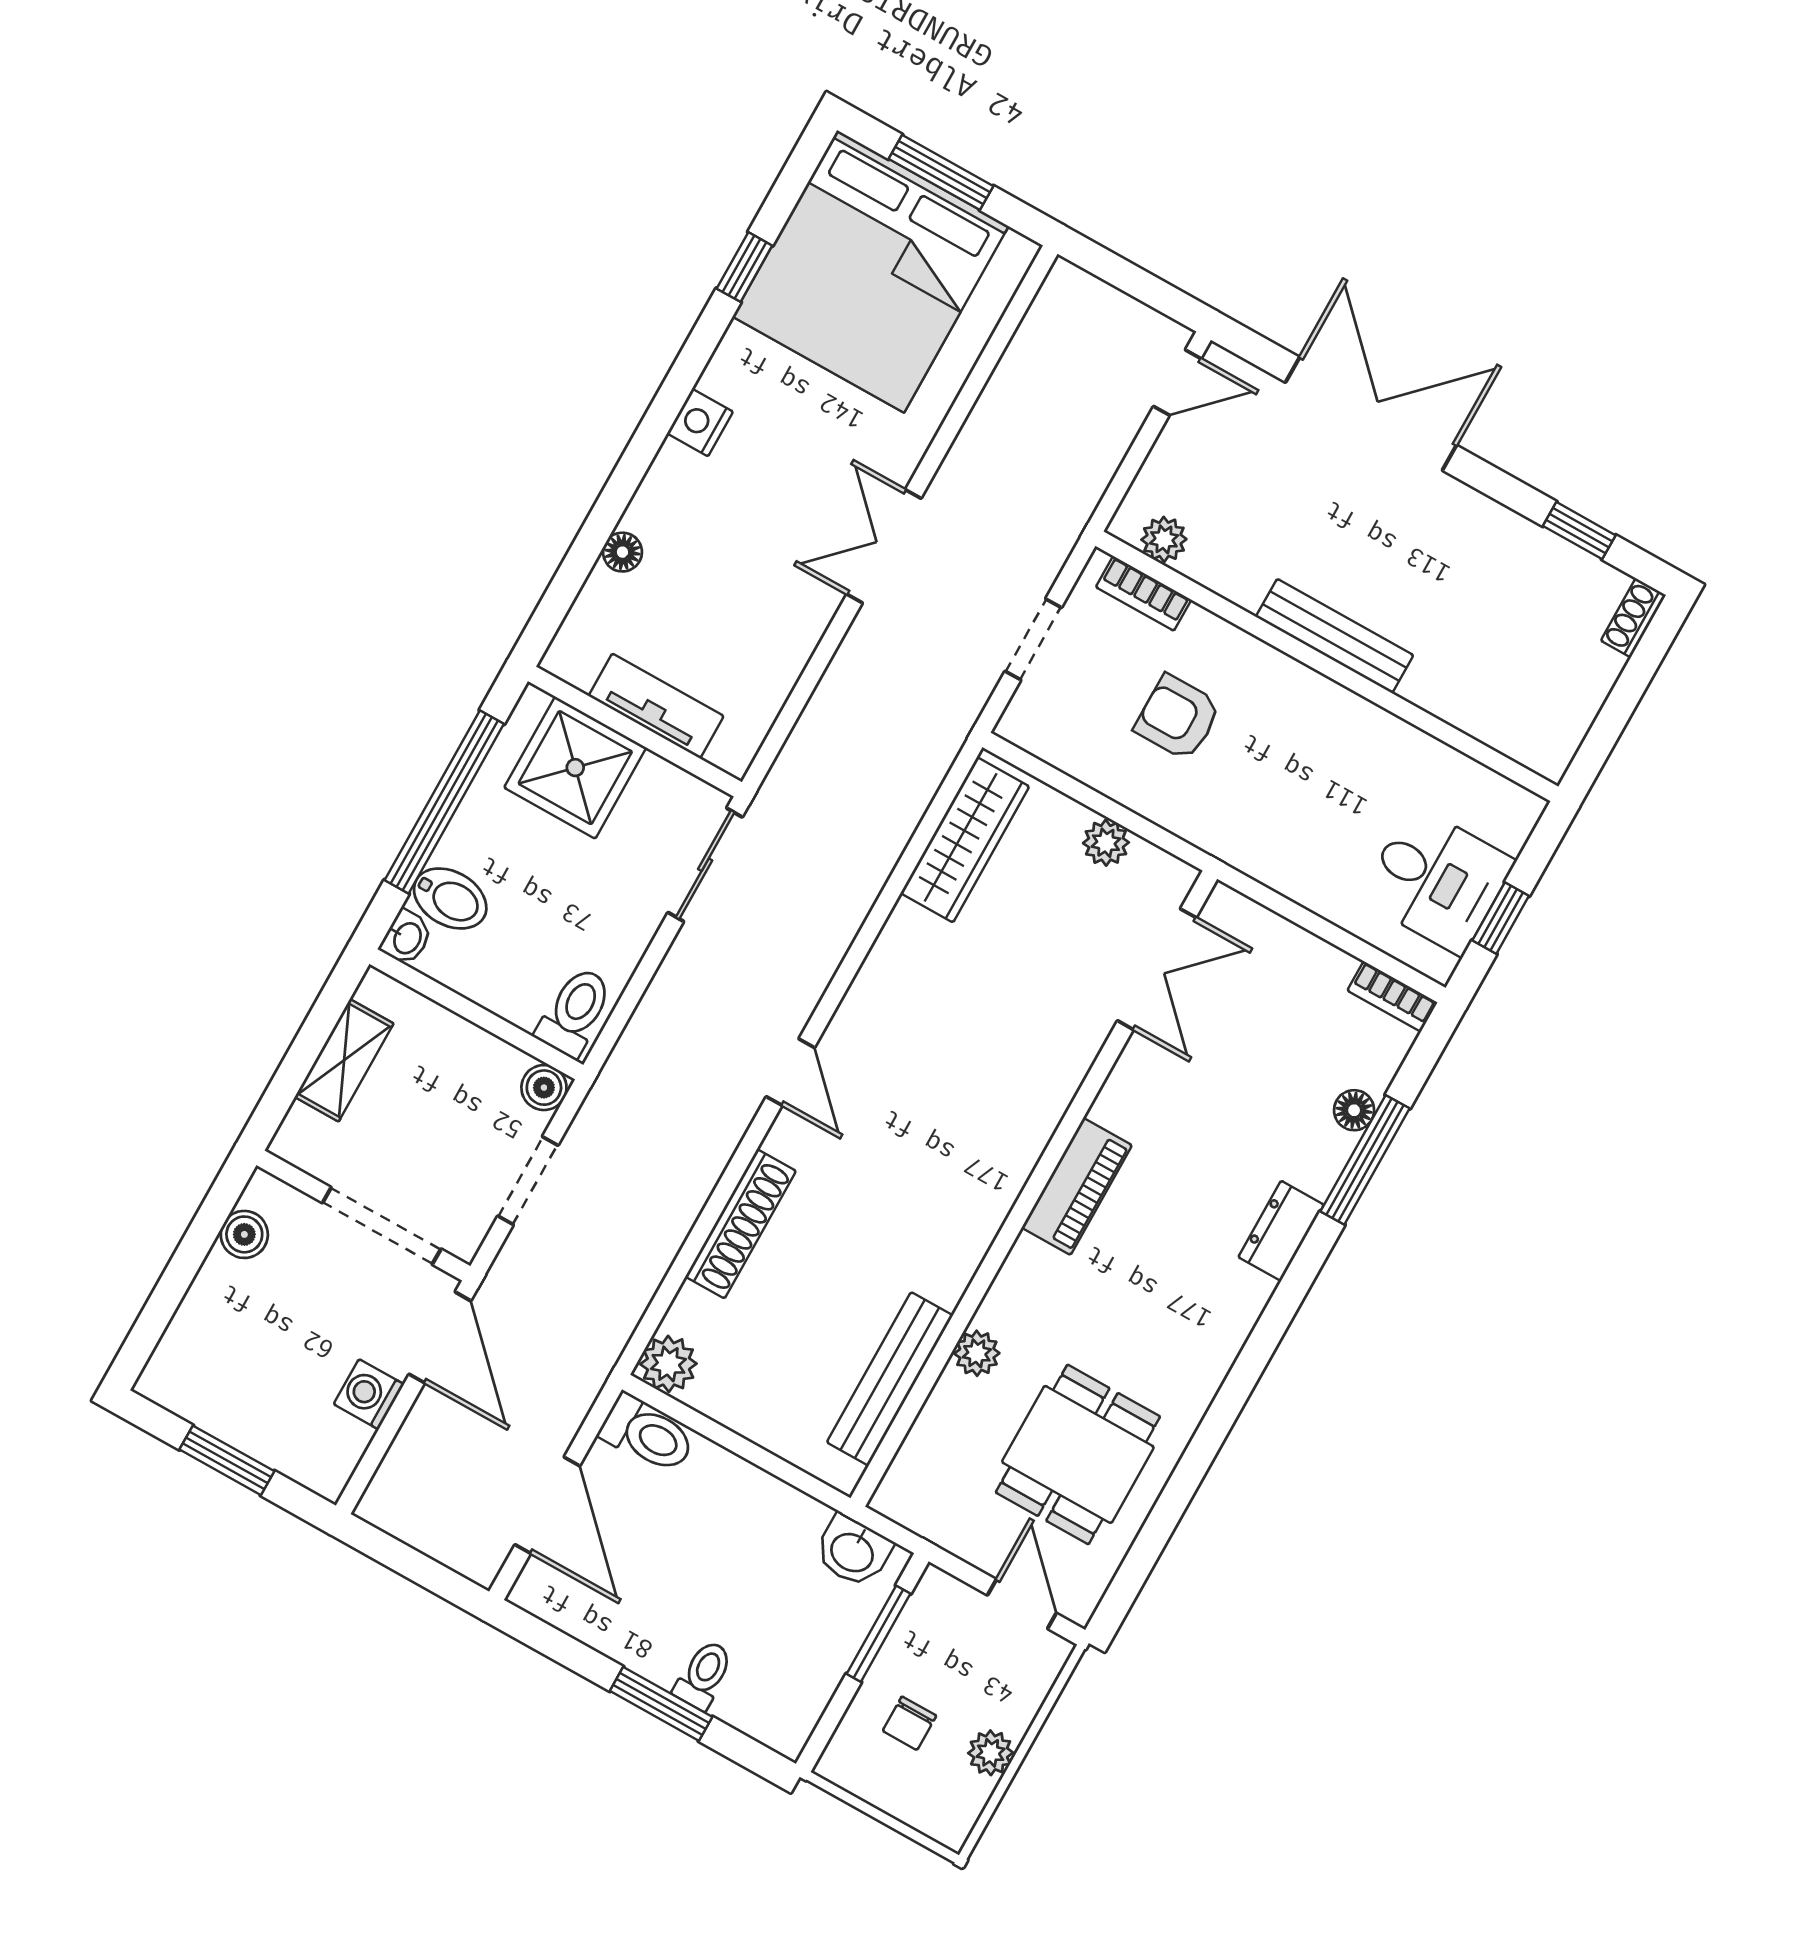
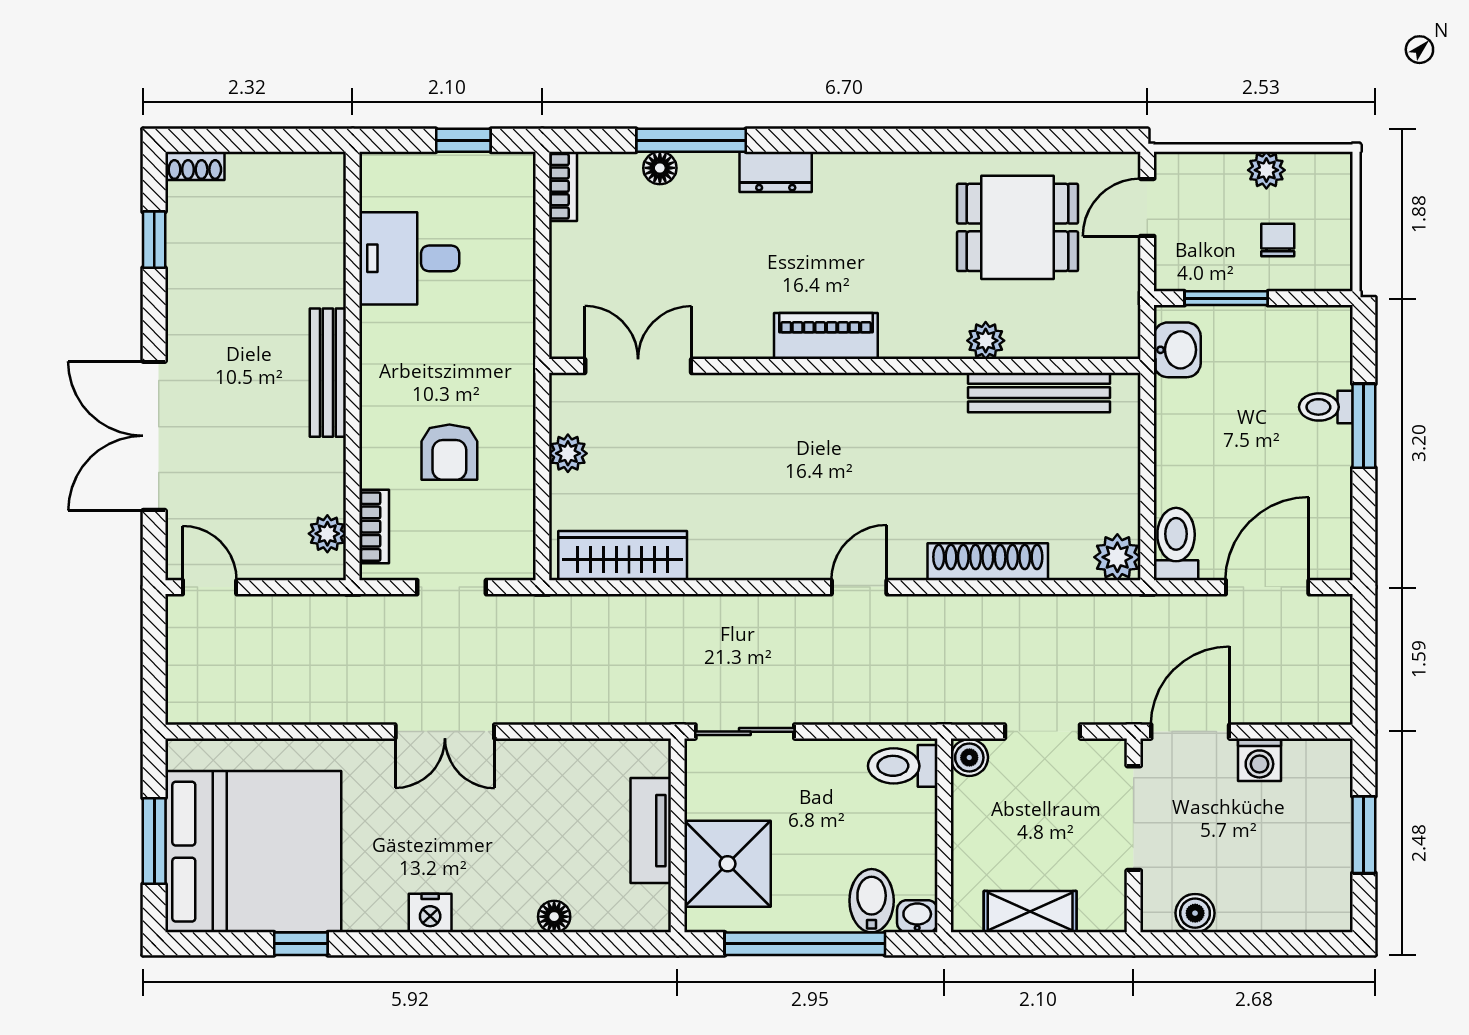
desk: (1437, 880) -> (409, 258), moved, turned -90
chair: (909, 1723) -> (1278, 240), turned -90

